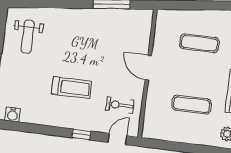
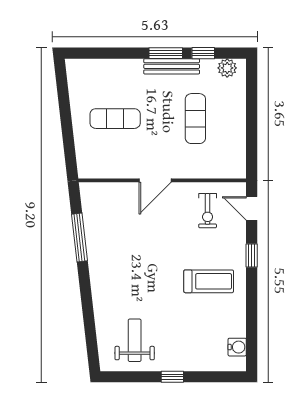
weight bench: (28, 37) -> (135, 340), turned -90
exercise mat: (199, 43) -> (115, 119), turned 90
treadmill: (71, 88) -> (209, 281), moved, turned 90

